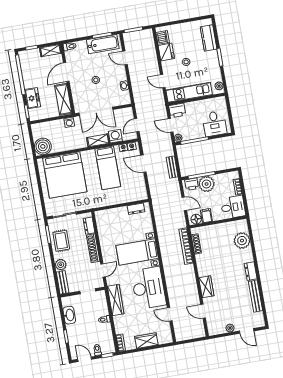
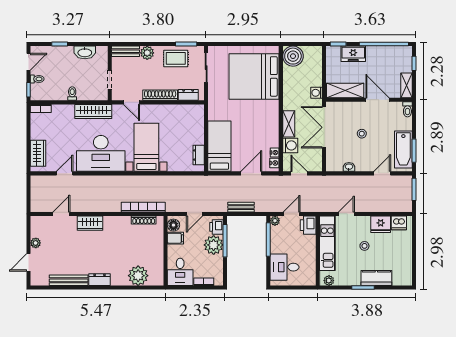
kitchen counter: (209, 38) -> (376, 278), moved
bed: (108, 168) -> (219, 146), moved, turned 90
wardrobe: (146, 341) -> (38, 153), moved

